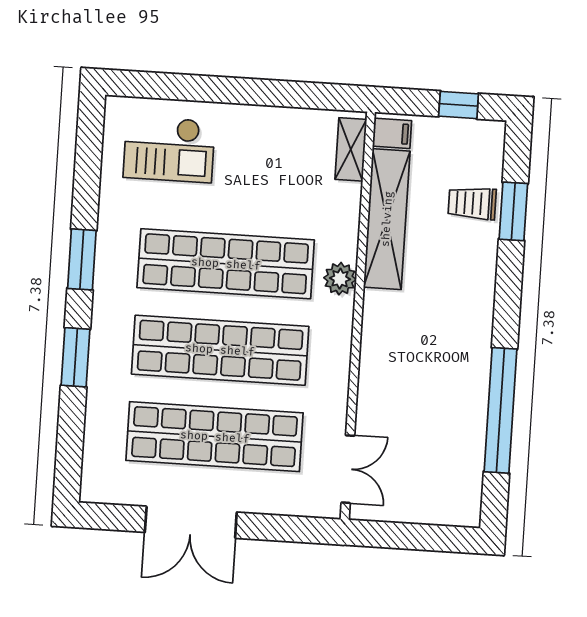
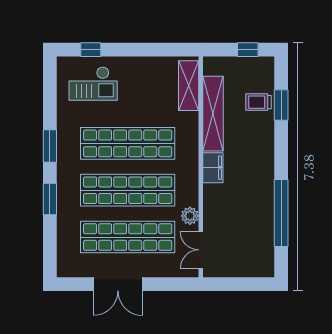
window: (169, 86) -> (91, 50), added
filing cabinet: (392, 133) -> (213, 168), moved, width x2.00
shelving: (351, 149) -> (189, 86), width x1.50, depth x1.33
plant: (340, 279) -> (190, 216), moved
double door: (348, 469) -> (201, 250), swing flipped

